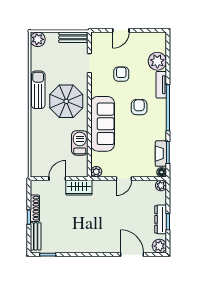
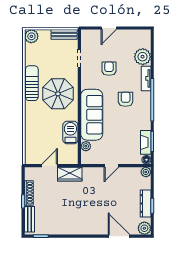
plant: (96, 172) -> (86, 146), moved

